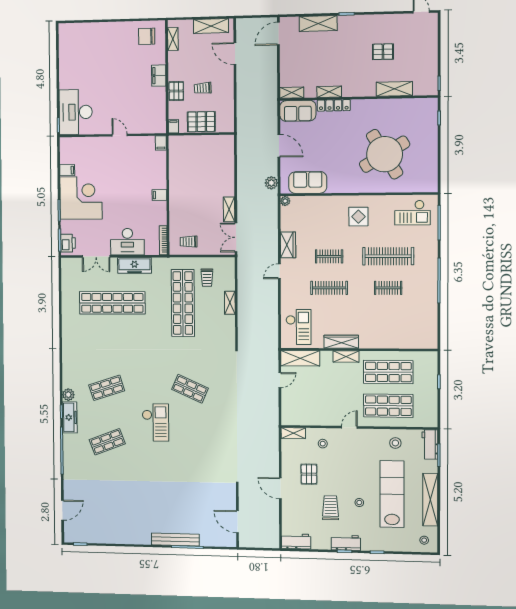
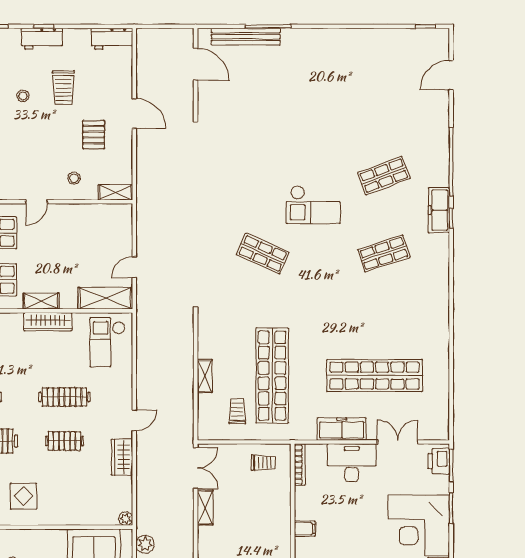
plant: (68, 395) -> (441, 243), removed
checkout: (155, 422) -> (313, 205), turned -90
bench: (175, 540) -> (246, 37), moved

